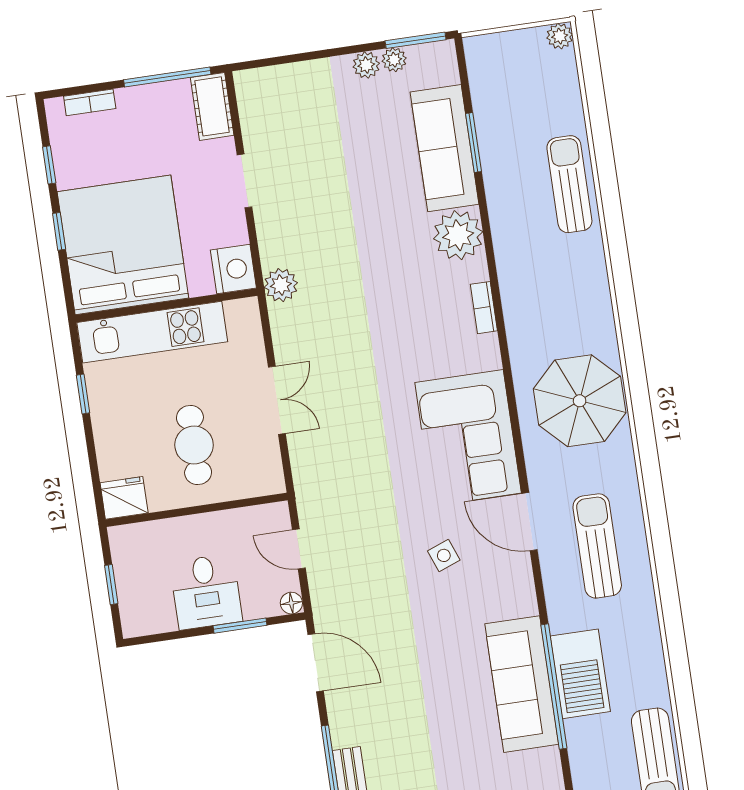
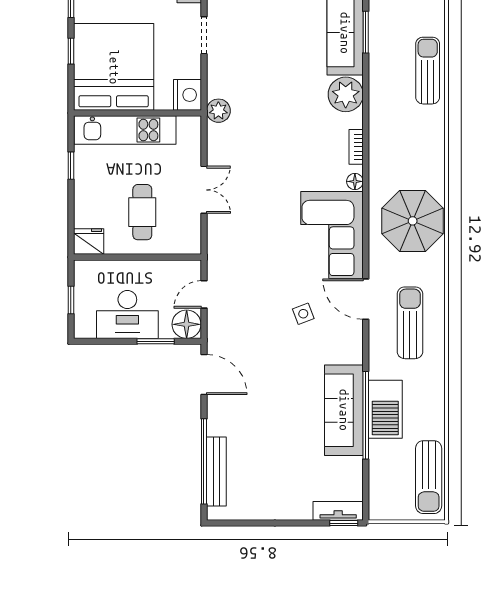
floor lamp: (489, 357) -> (355, 181), added
door: (299, 549) -> (204, 294), hinge flipped
desk: (206, 592) -> (127, 314), width x1.37
floor lamp: (291, 603) -> (187, 324), width x1.89, depth x1.89

